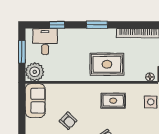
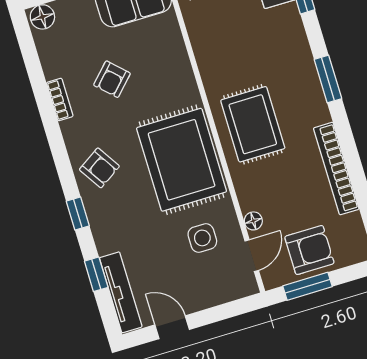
rug: (113, 101) -> (182, 160), width x1.86, depth x2.06

